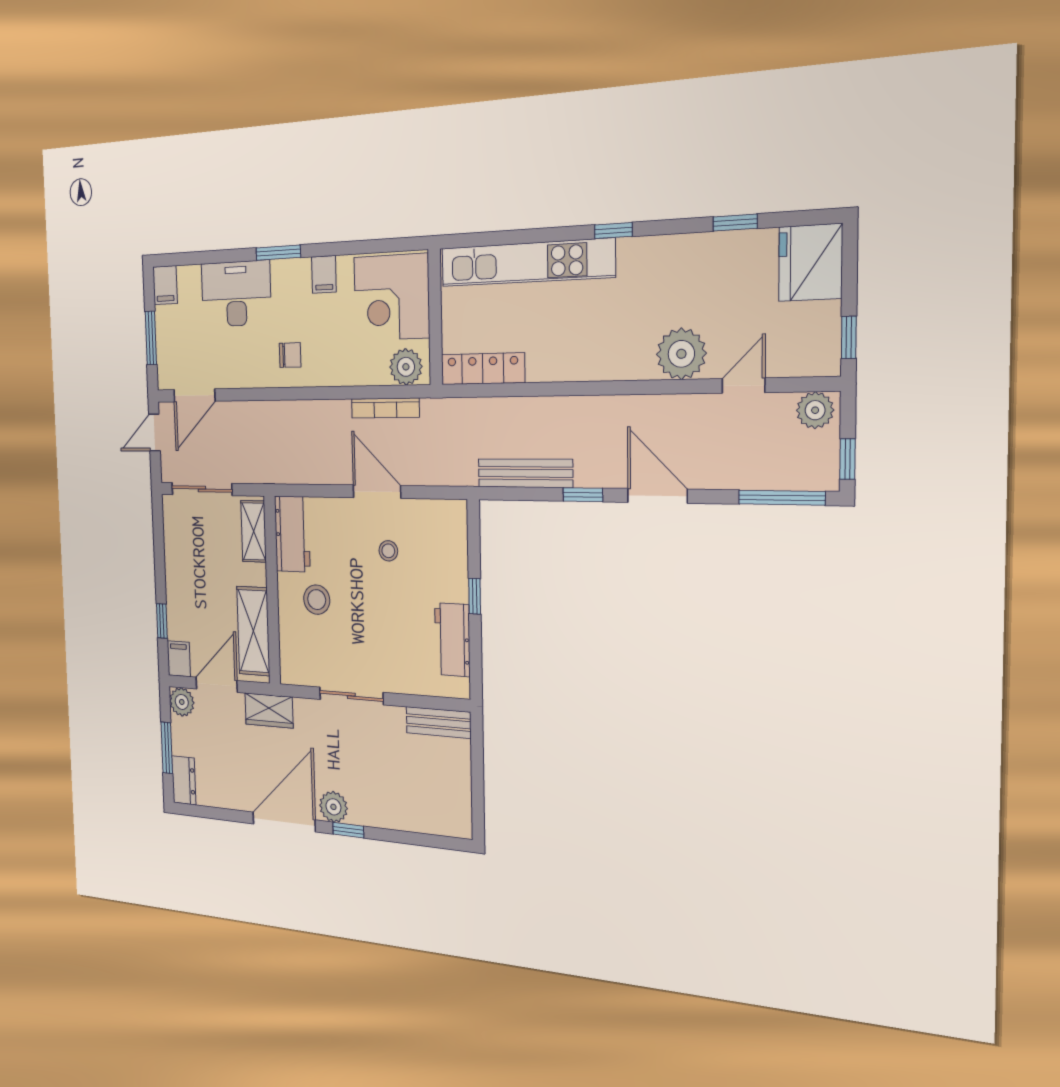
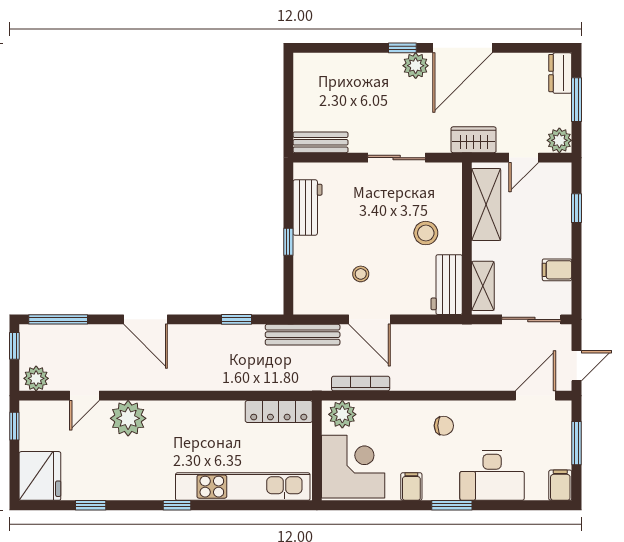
chair: (290, 355) -> (444, 426), turned 180
bench: (525, 473) -> (303, 335), moved
window: (583, 495) -> (236, 319), moved
filing cabinet: (179, 659) -> (557, 270), moved, turned 90
door: (217, 685) -> (524, 158), width x0.73

